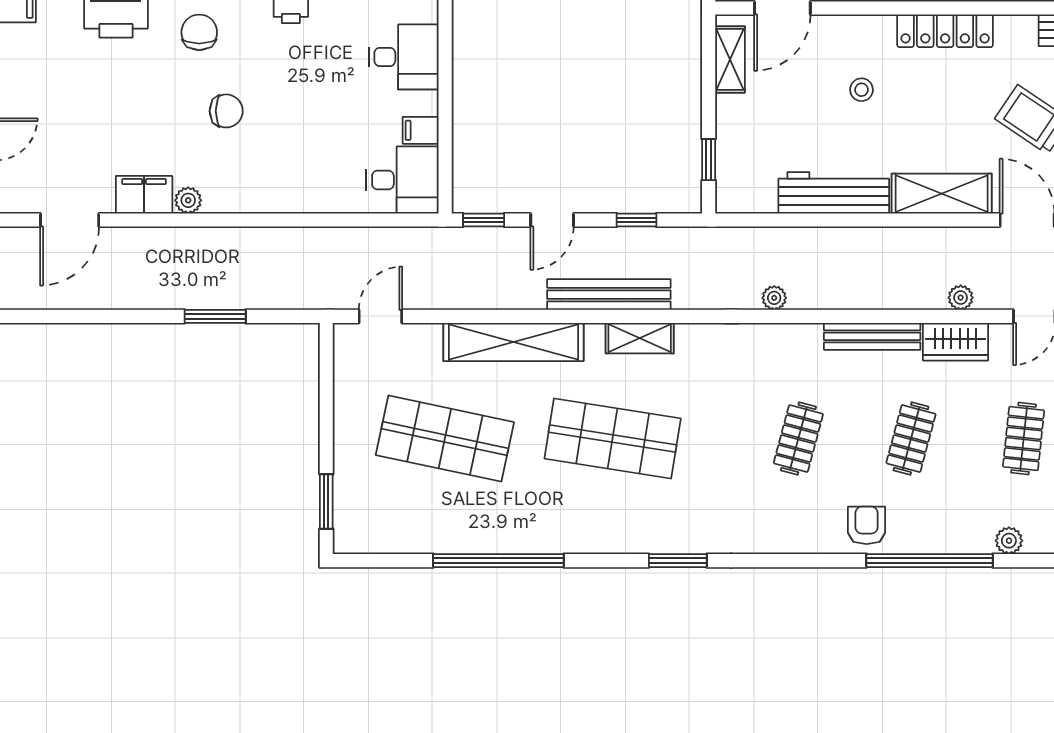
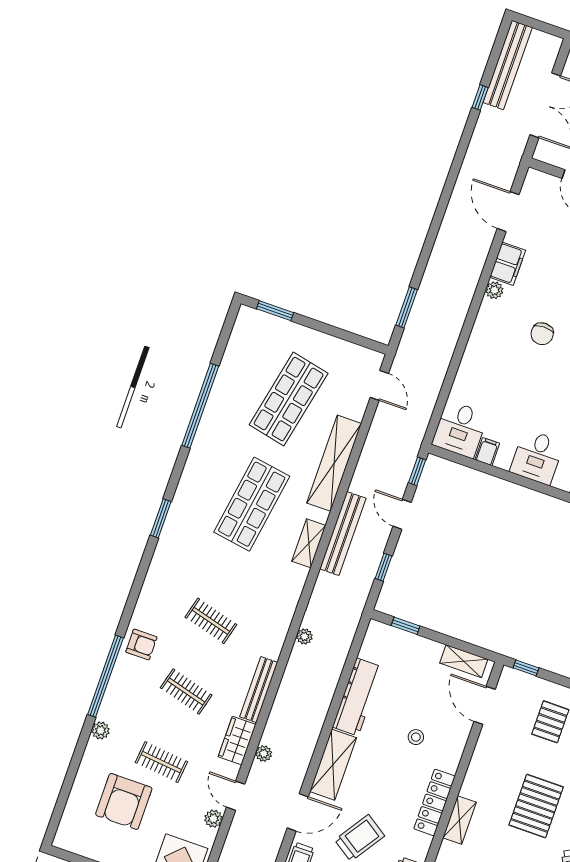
window: (215, 316) -> (407, 307), moved

